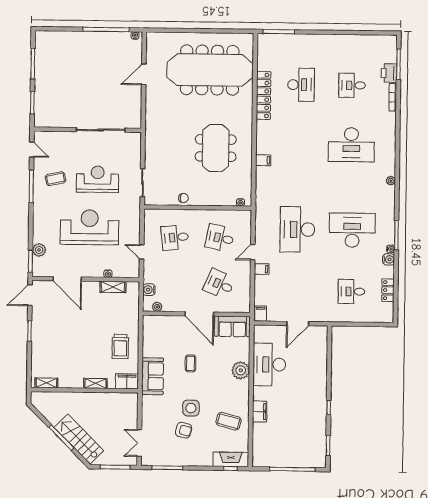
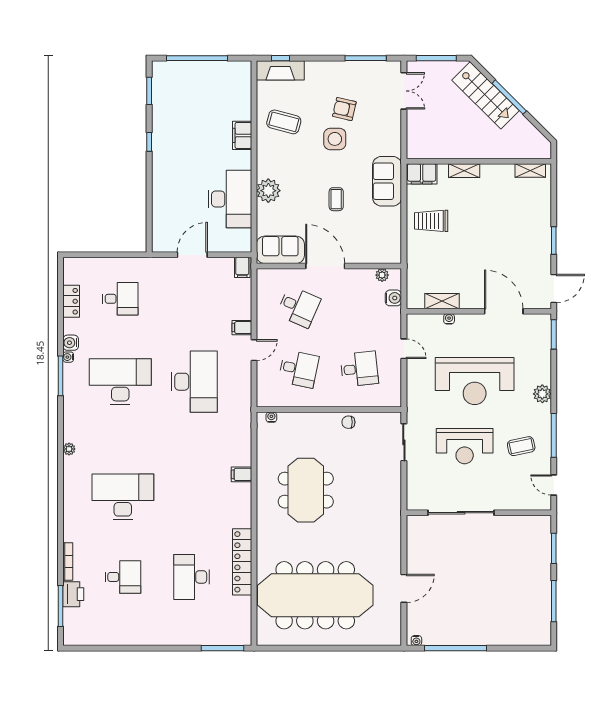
desk: (352, 230) -> (120, 382), turned 180
plant: (39, 250) -> (542, 394), moved
trolley: (120, 346) -> (431, 221), turned -90

